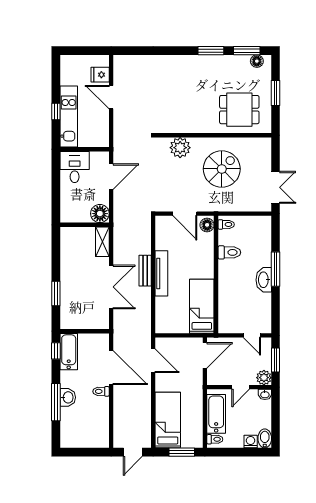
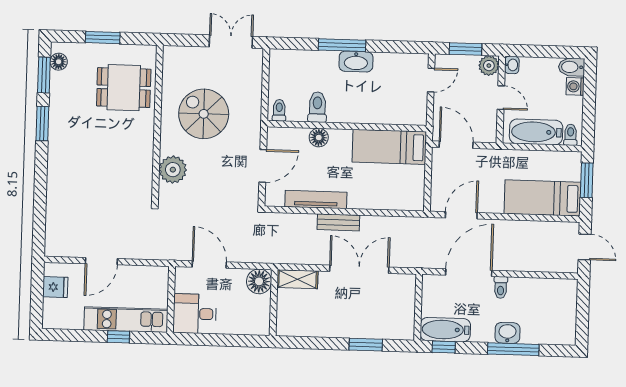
fridge: (100, 75) -> (55, 287), moved, turned -90
dining table: (239, 110) -> (124, 88), turned 90
floor lamp: (207, 225) -> (319, 138), moved
tv unit: (161, 273) -> (316, 200), moved

